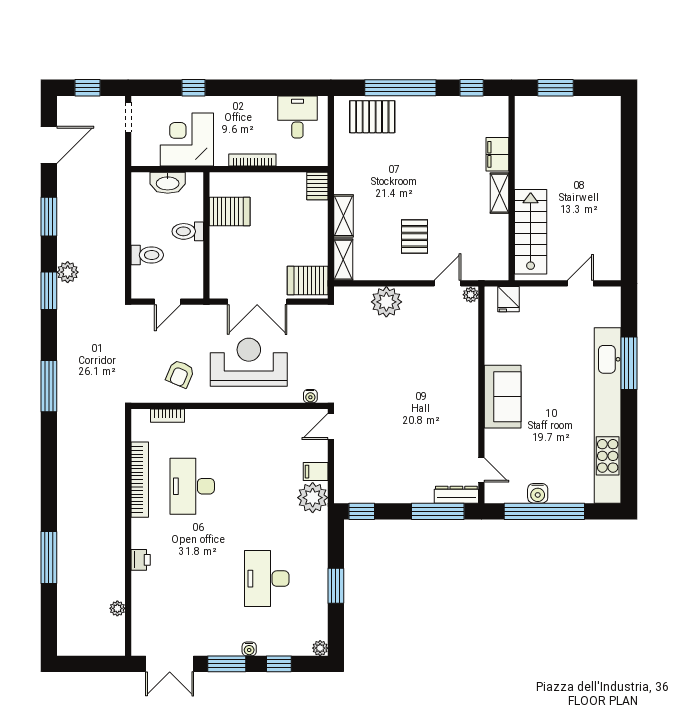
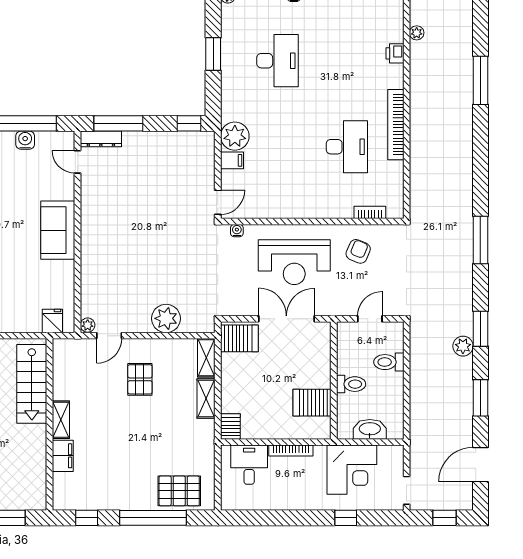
desk: (297, 117) -> (249, 465), moved, turned 180
bookcase: (140, 480) -> (396, 125), moved
printer: (141, 560) -> (395, 53), moved

